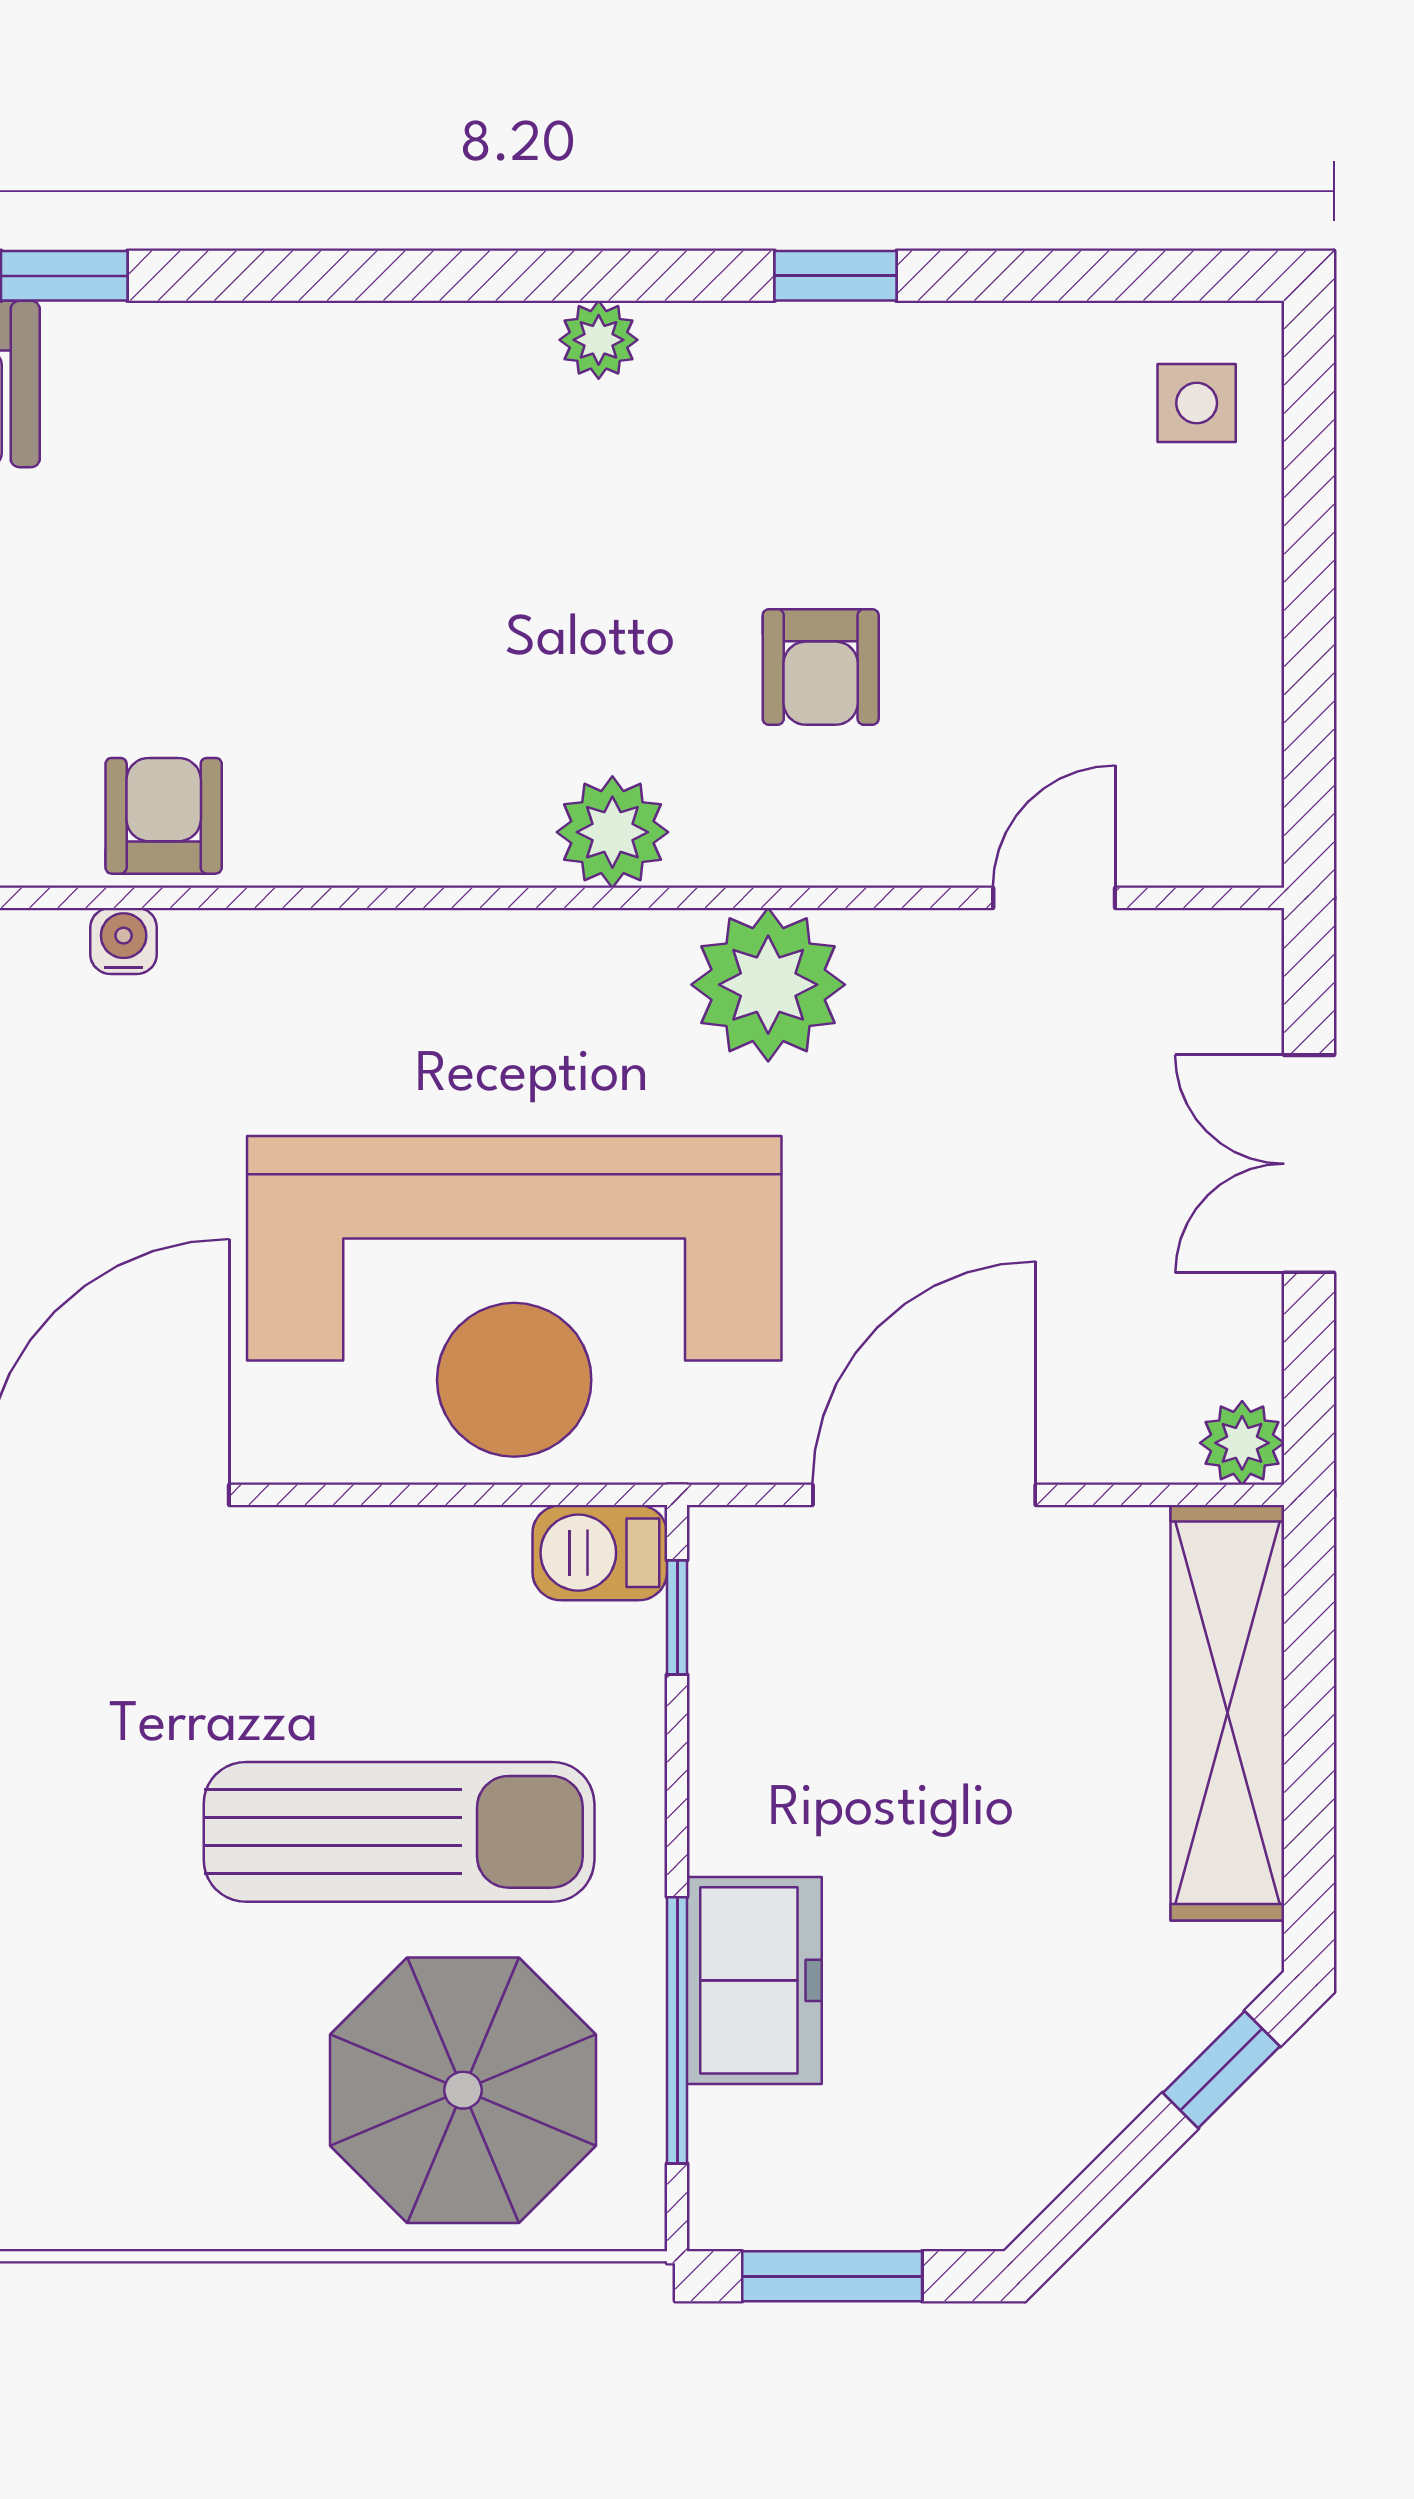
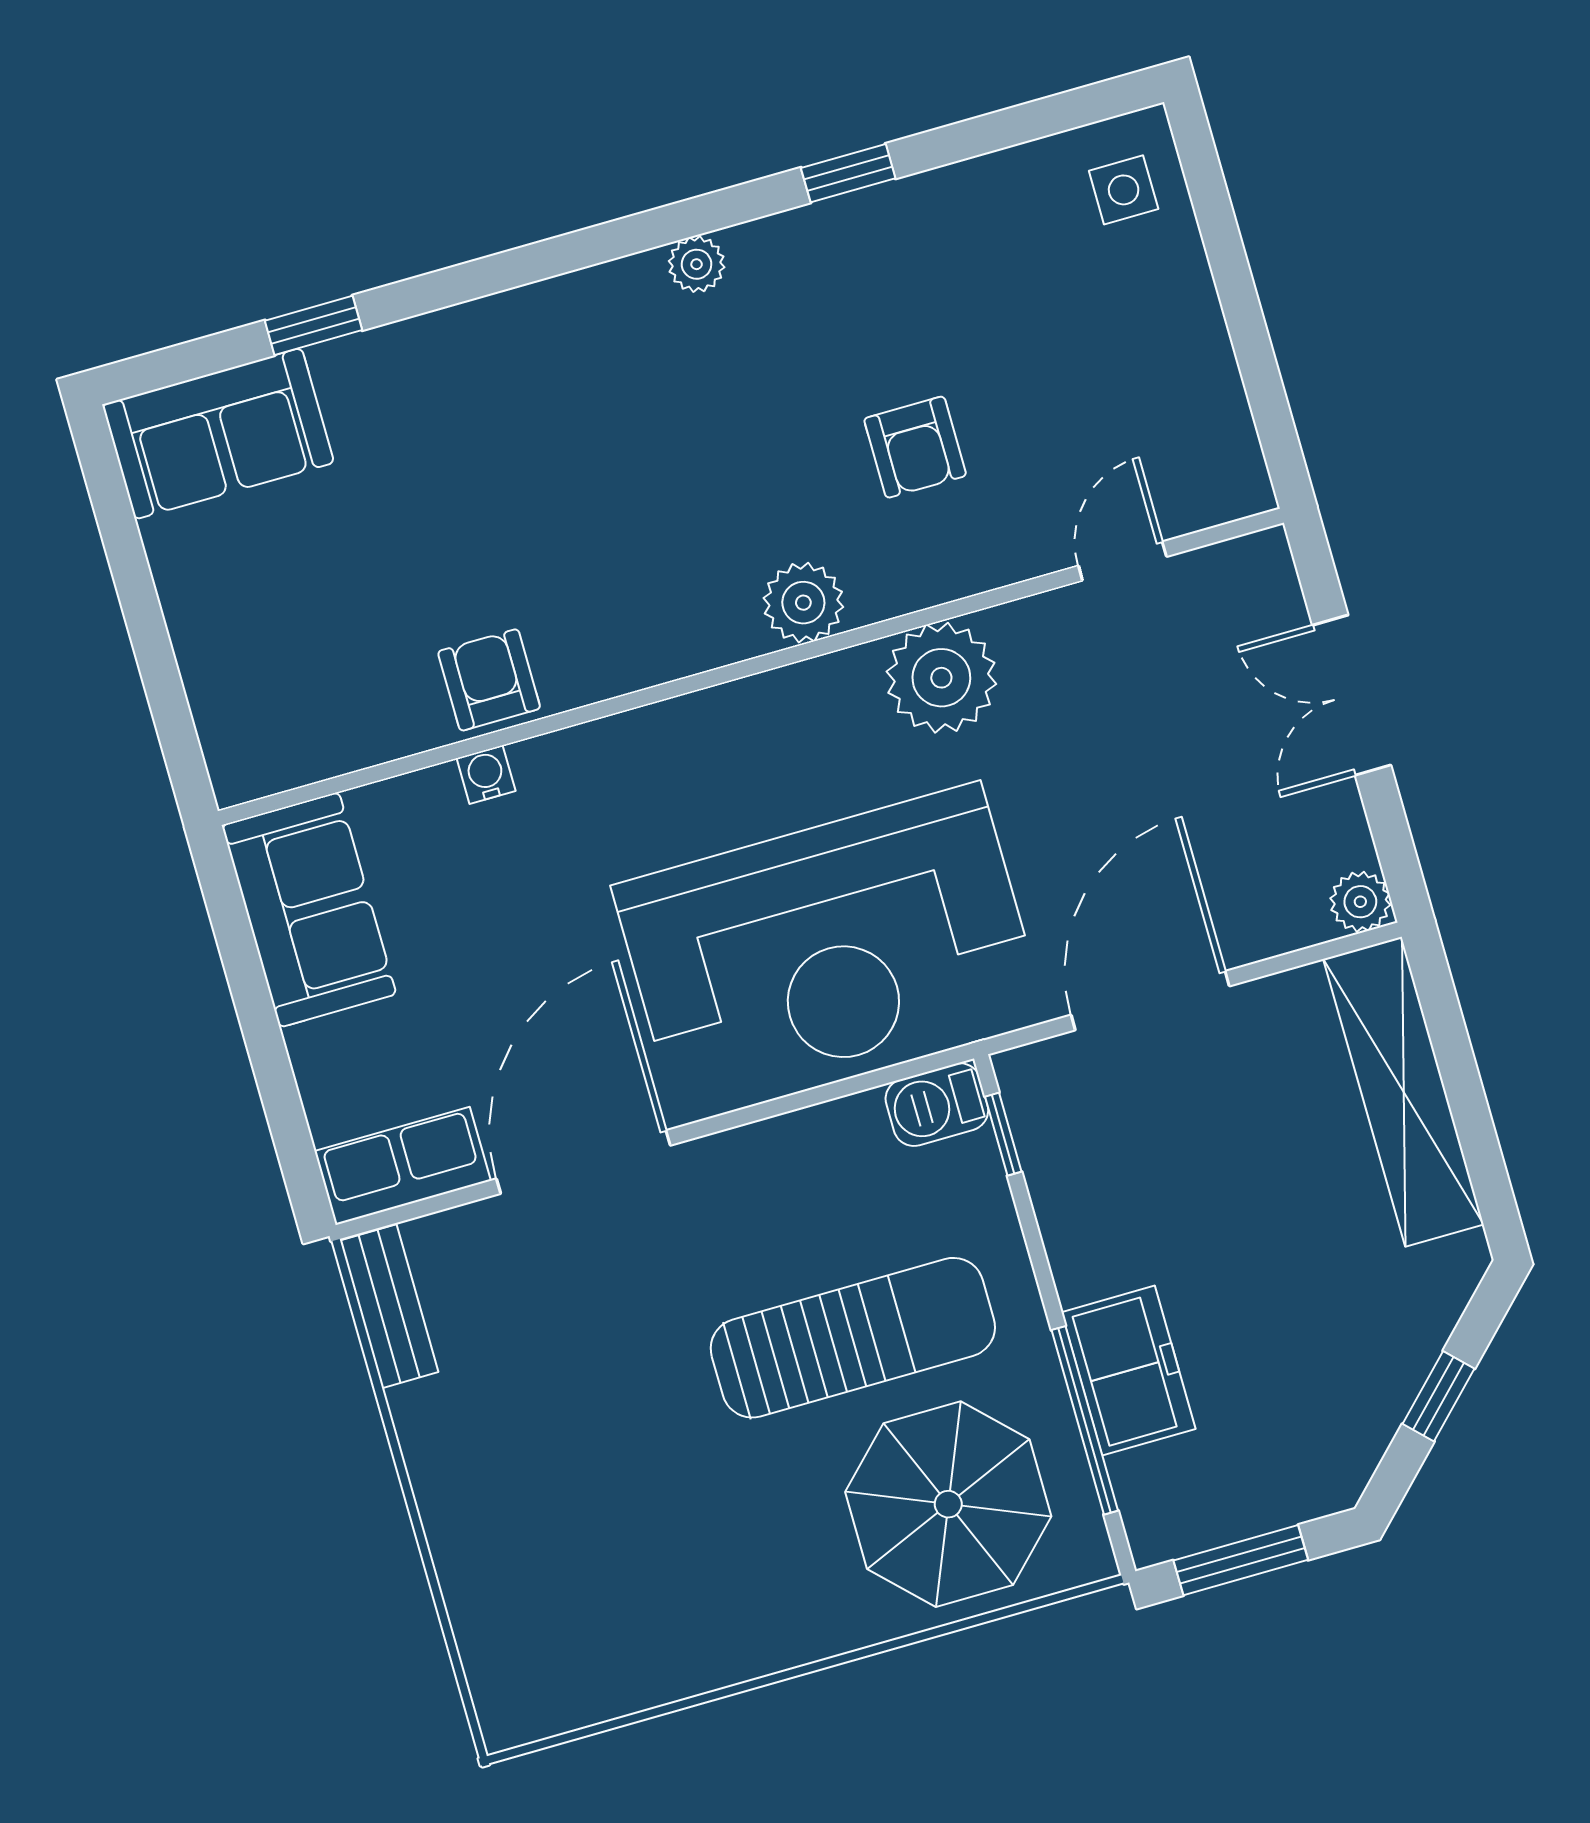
window: (1221, 2070) -> (1439, 1396), moved

